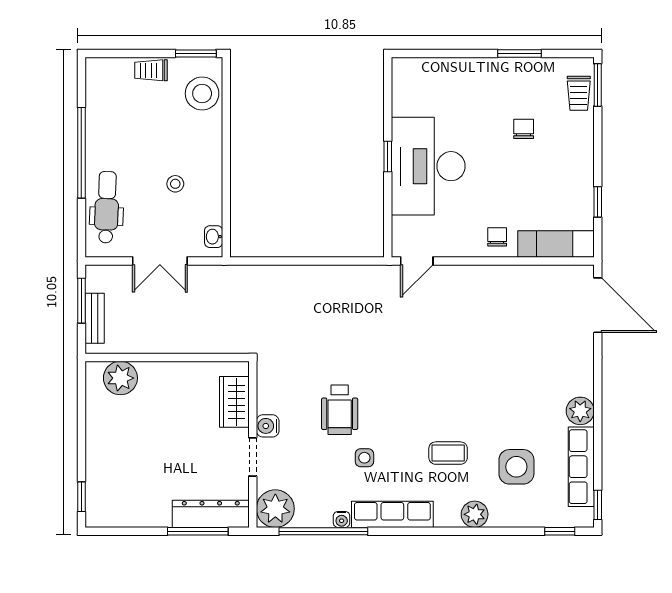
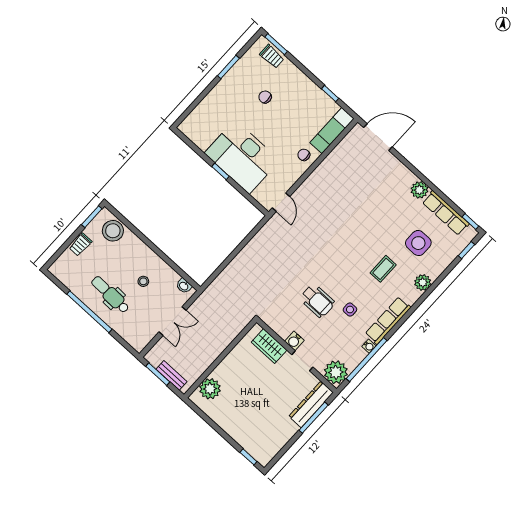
dental chair: (107, 207) -> (110, 295), moved

